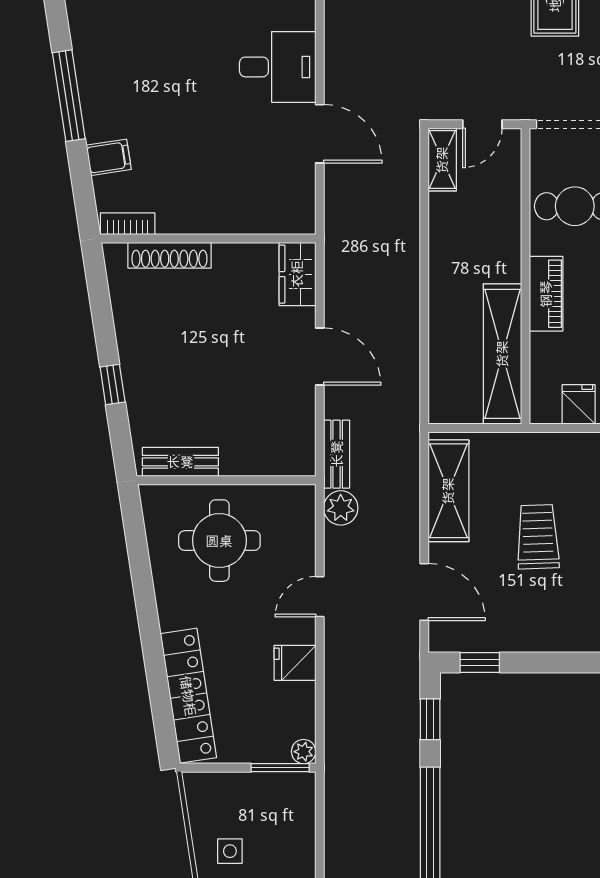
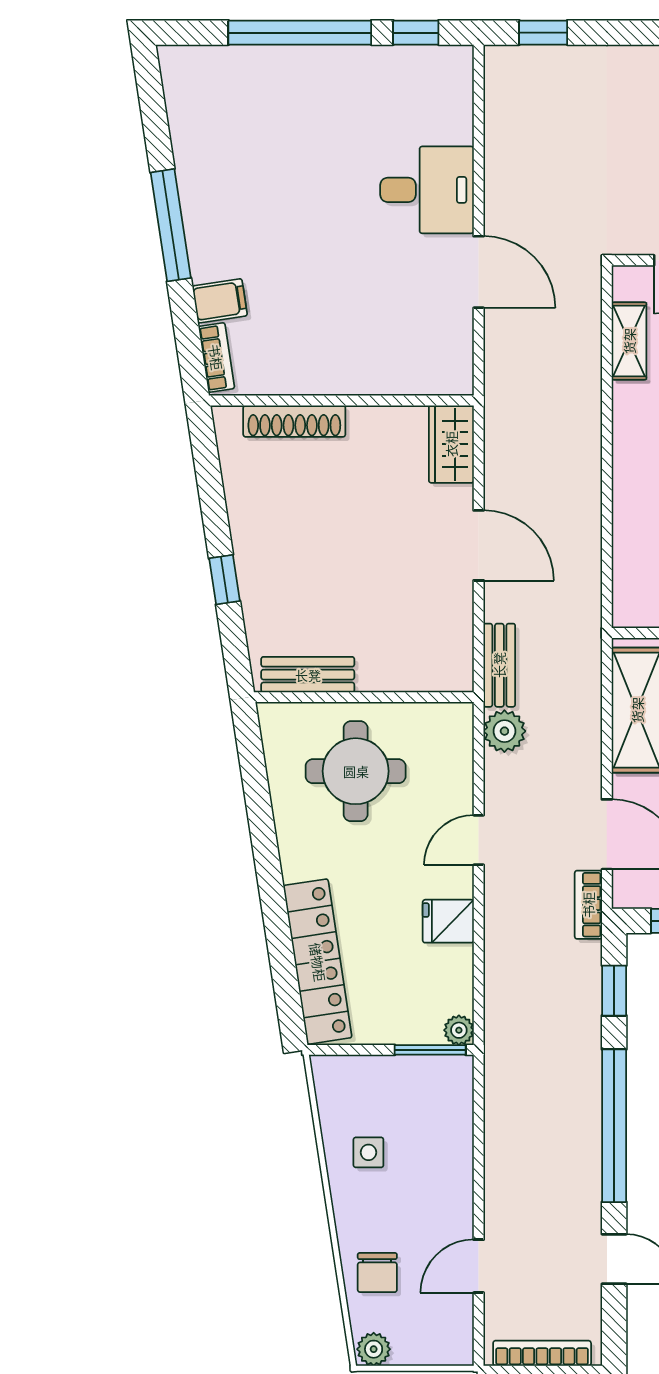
shelving: (442, 160) -> (629, 341), moved
bookcase: (128, 224) -> (216, 357), moved, turned 81
bookcase: (409, 649) -> (588, 905), added

